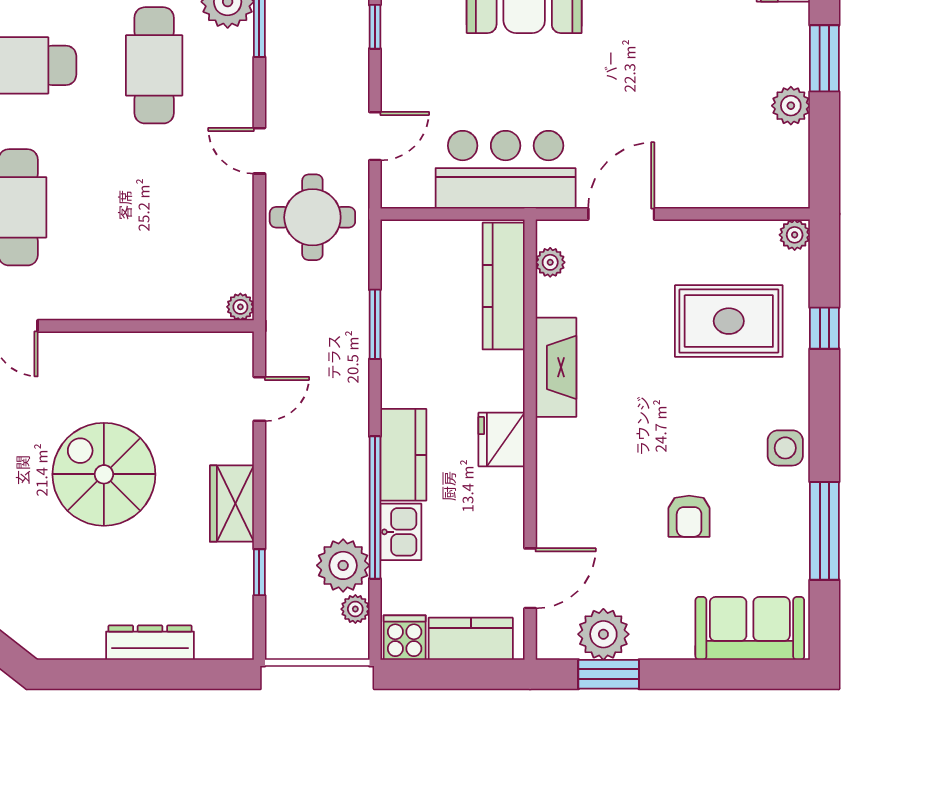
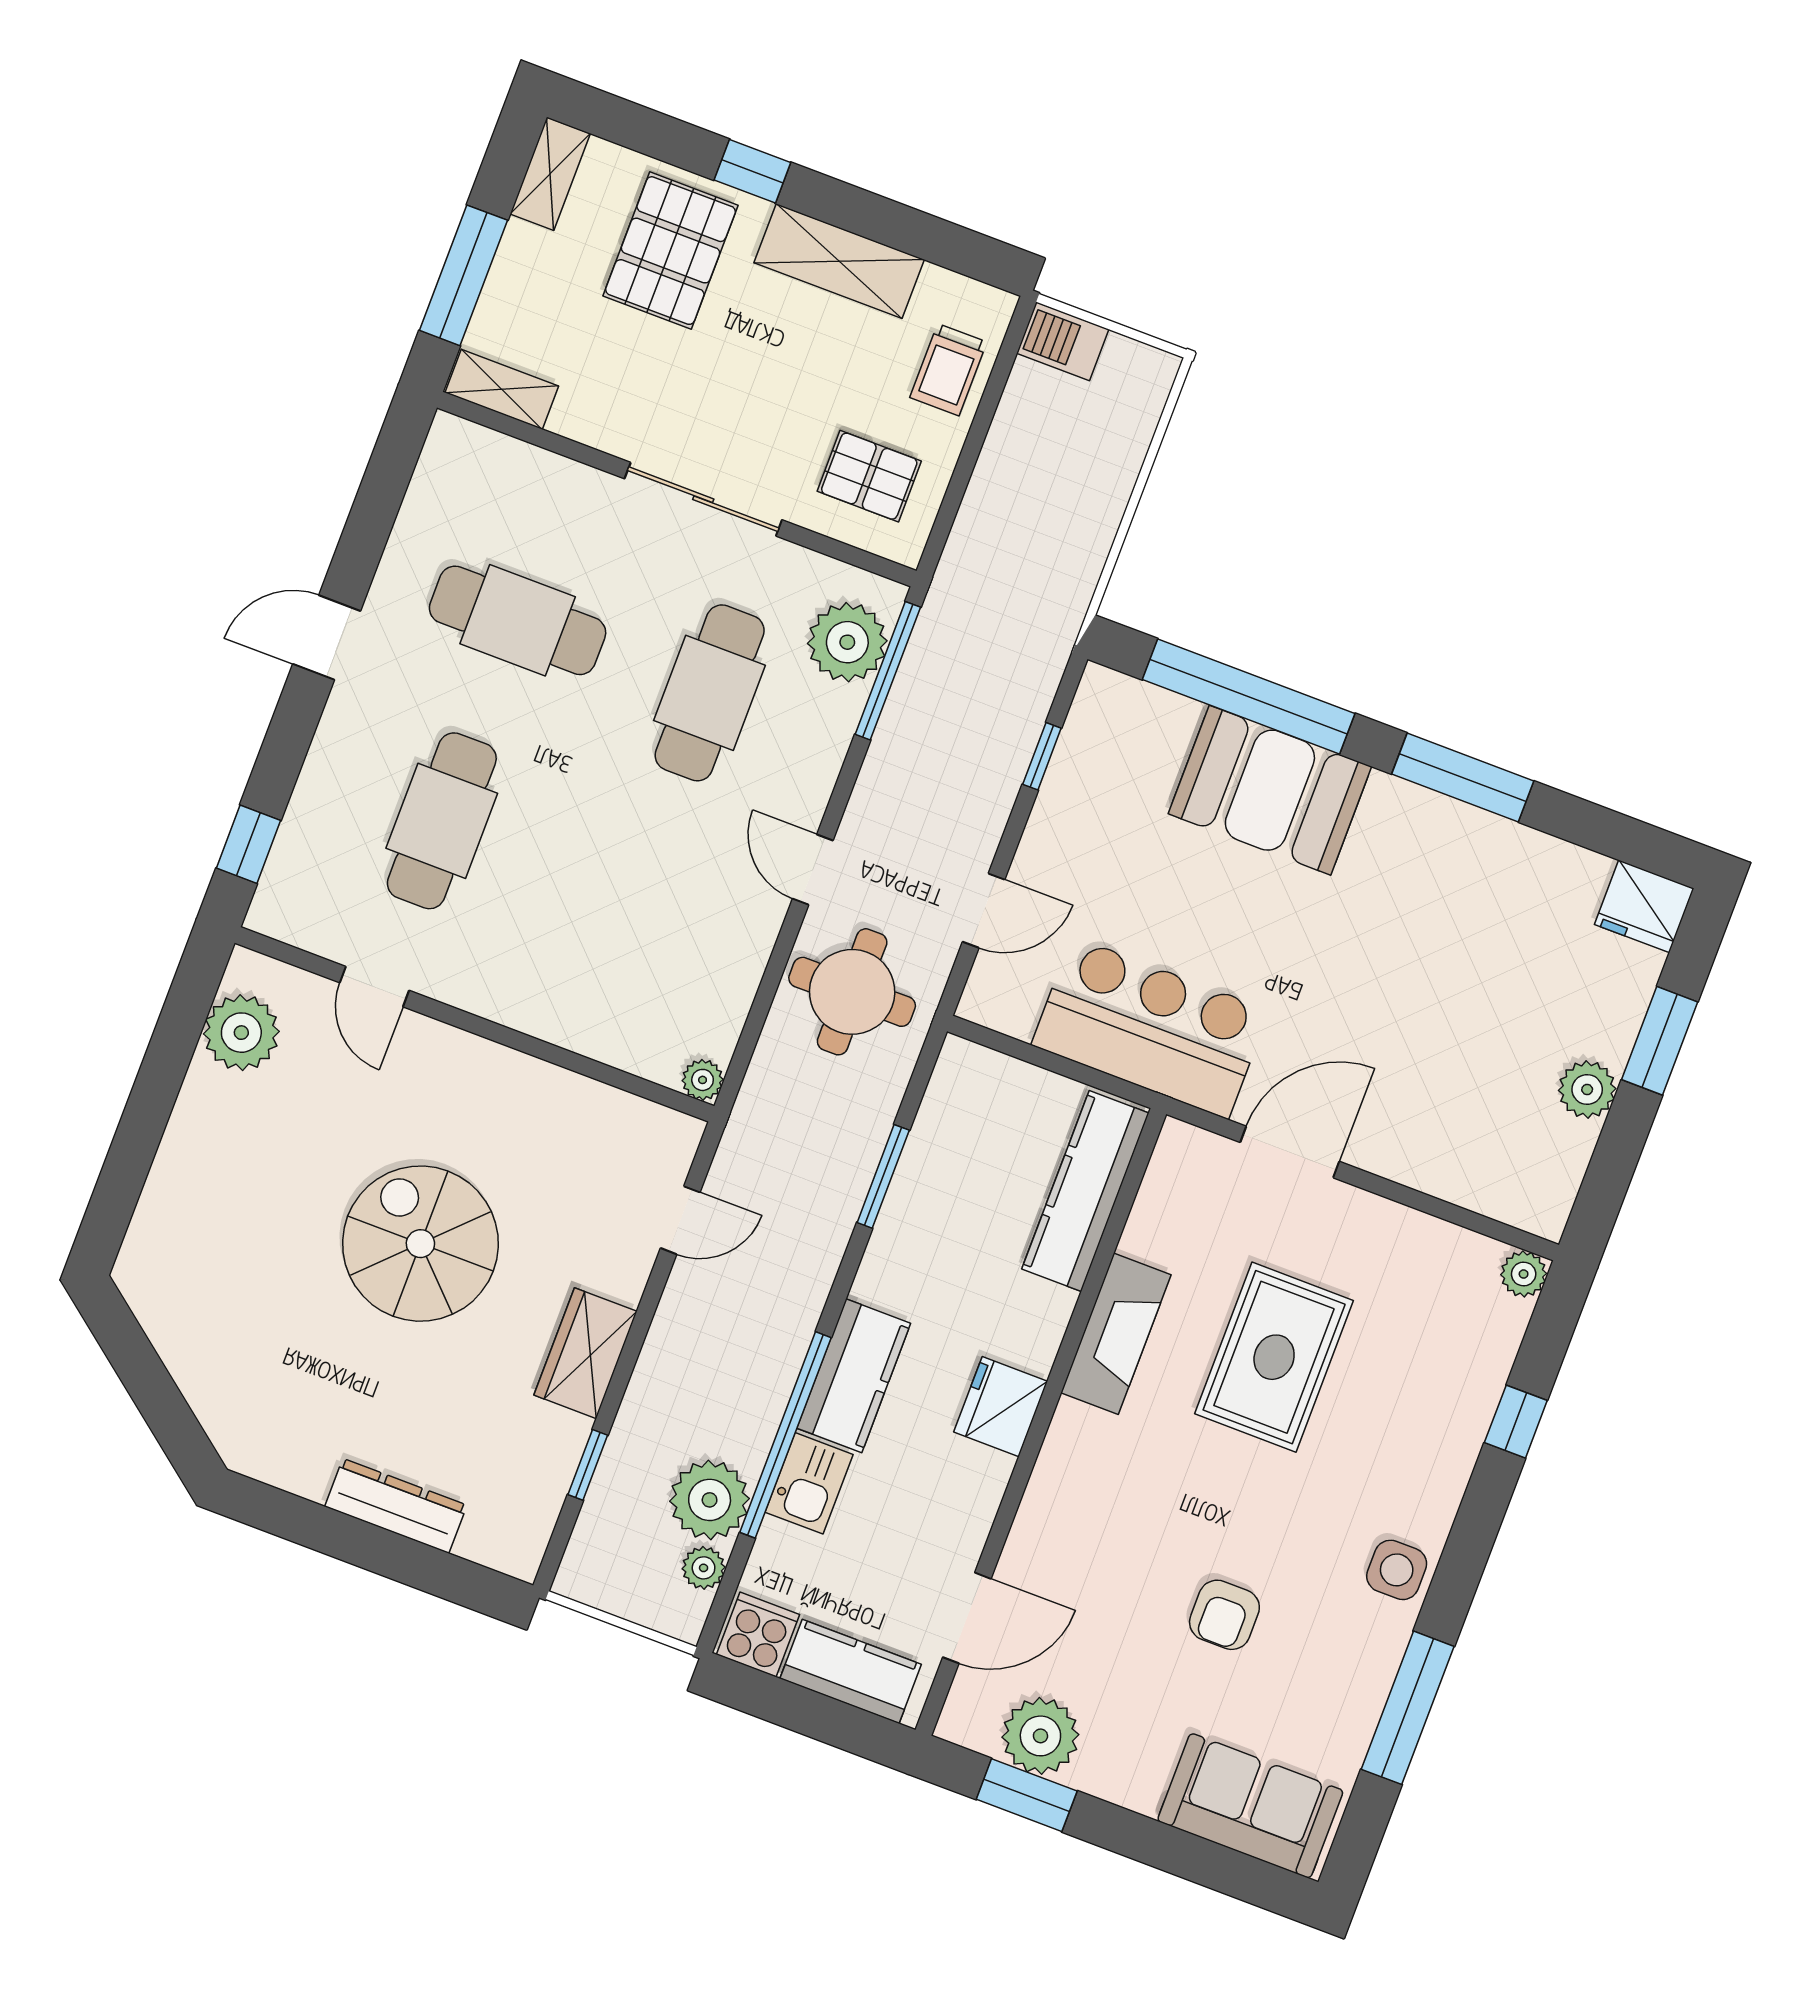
plant: (550, 262) -> (1164, 1182), removed
rug: (729, 321) -> (1274, 1357), moved, turned 90

